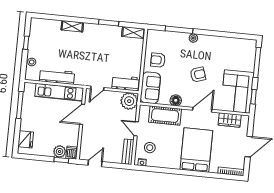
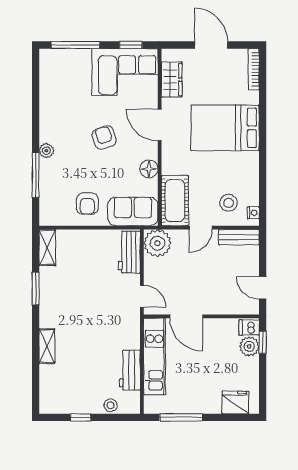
workbench: (57, 77) -> (130, 370), width x0.73
cot: (165, 116) -> (175, 201), moved

